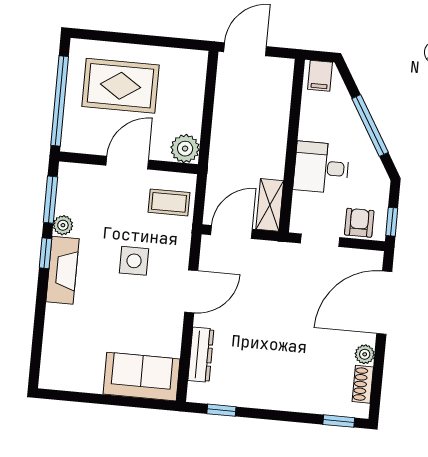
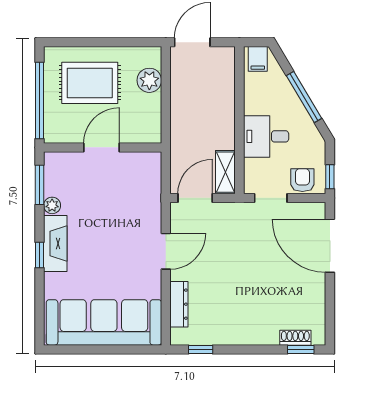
plant: (185, 149) -> (149, 80), moved
coffee table: (169, 202) -> (140, 178), removed
window: (45, 253) -> (39, 255), moved
side table: (134, 261) -> (115, 230), removed
door: (384, 303) -> (330, 246), hinge flipped
plant: (365, 354) -> (317, 291), removed
sofa: (142, 377) -> (104, 322), width x1.85, depth x1.27
shoe rack: (363, 384) -> (295, 338), moved, turned 90

